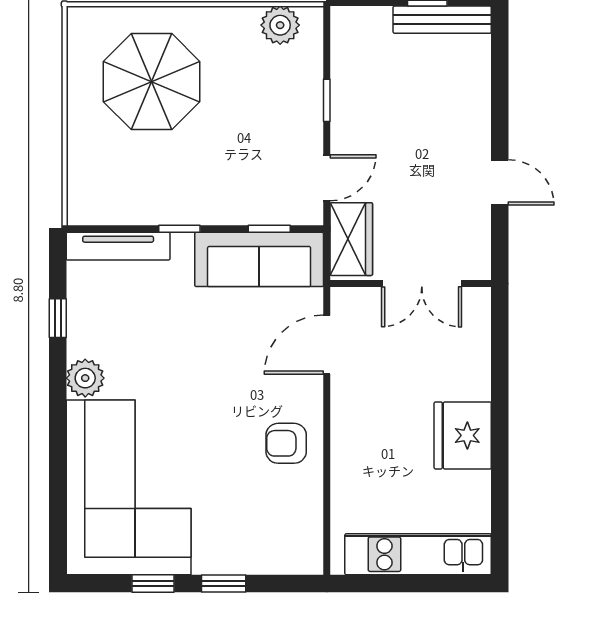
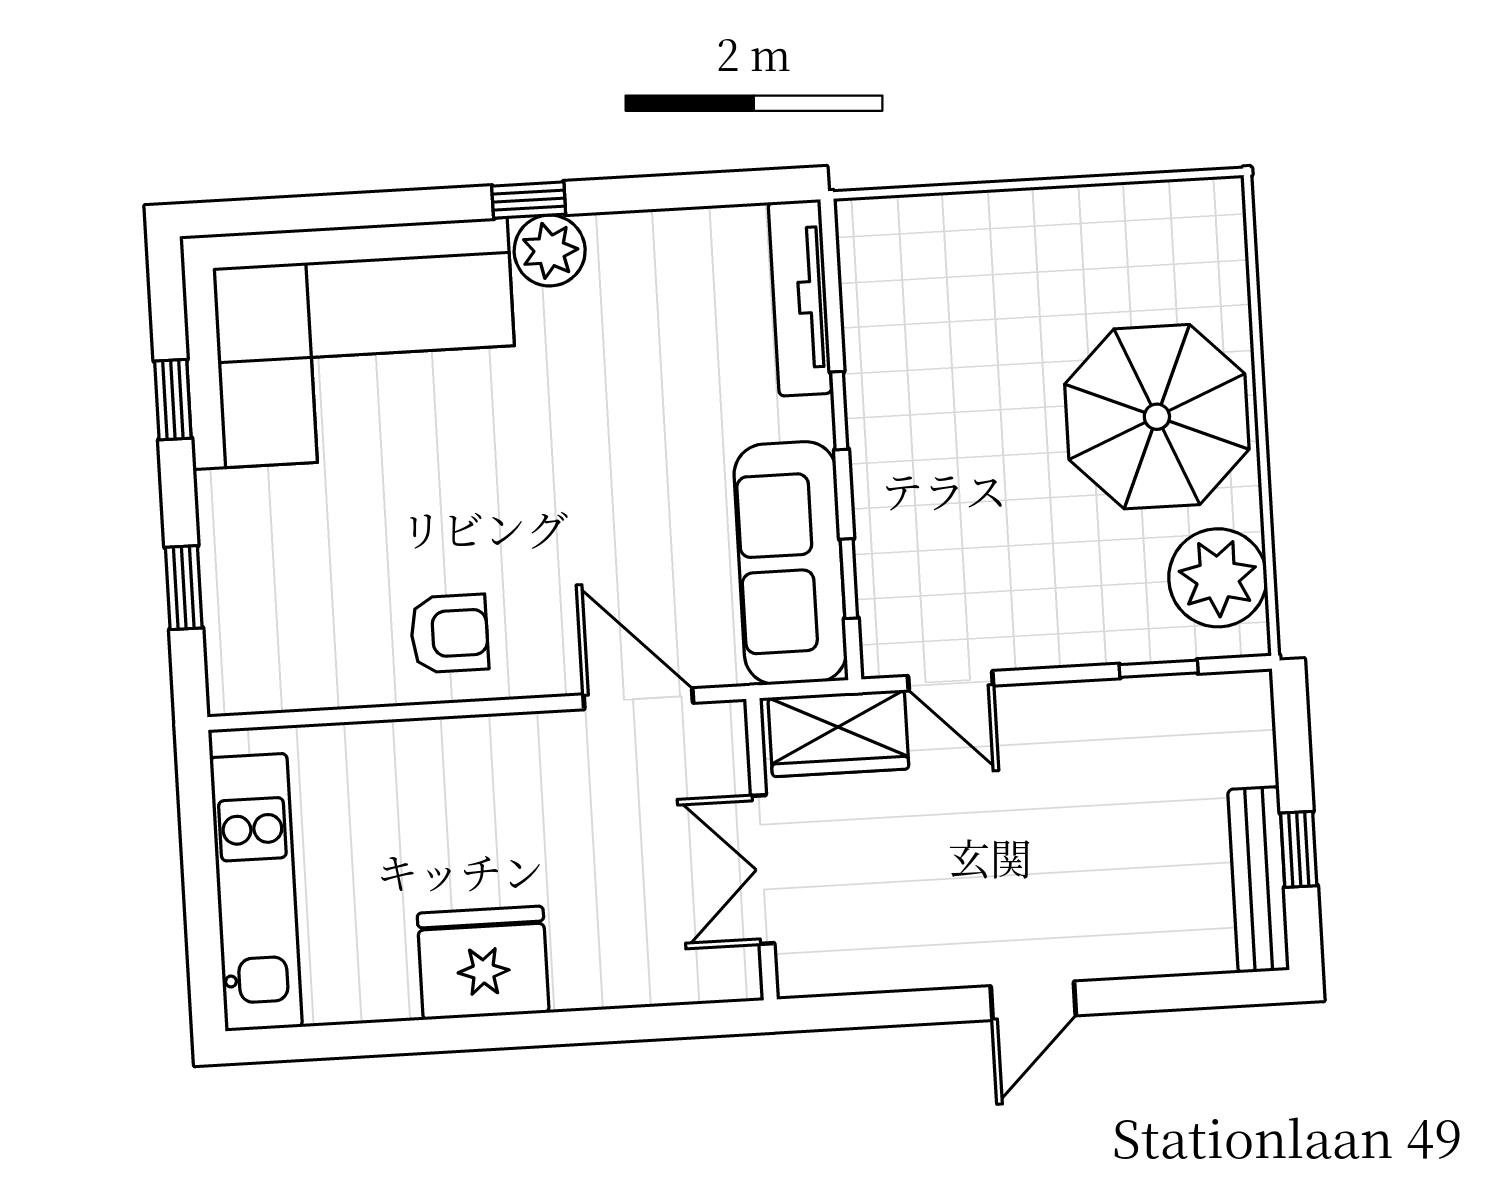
plant: (280, 25) -> (1218, 578), width x1.36, depth x1.36
parasol: (152, 82) -> (1157, 417), moved
window: (327, 100) -> (1159, 669), moved
door: (500, 182) -> (1033, 1001), moved
window: (58, 318) -> (529, 200), moved
armchair: (286, 443) -> (449, 633), turned 90
window: (224, 583) -> (184, 588), moved

